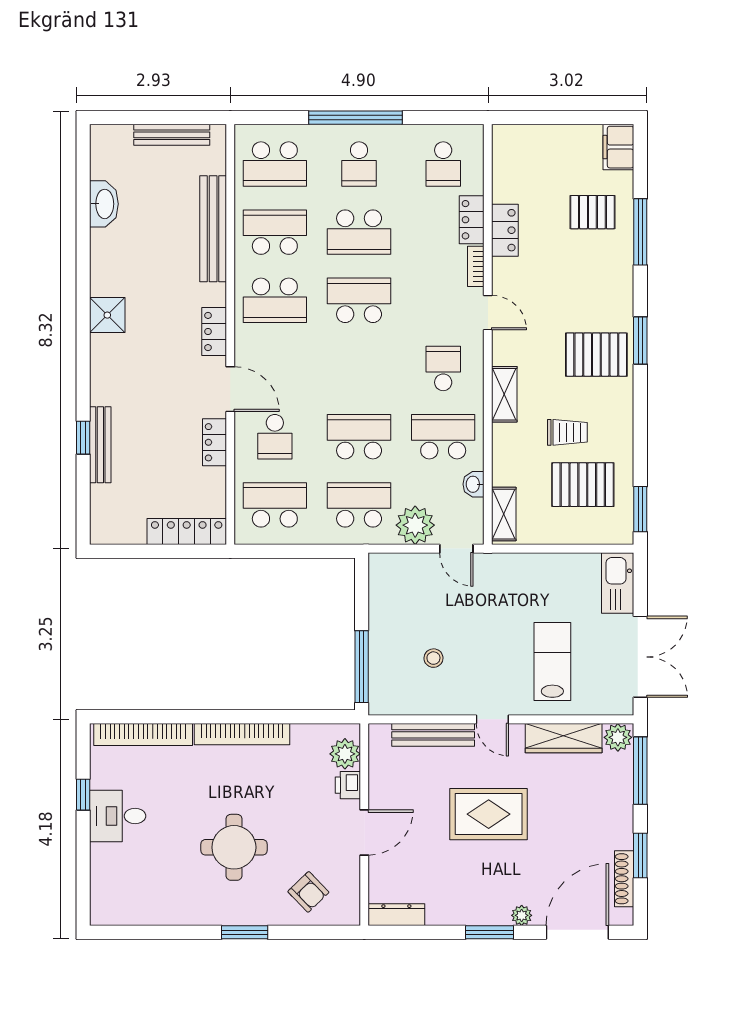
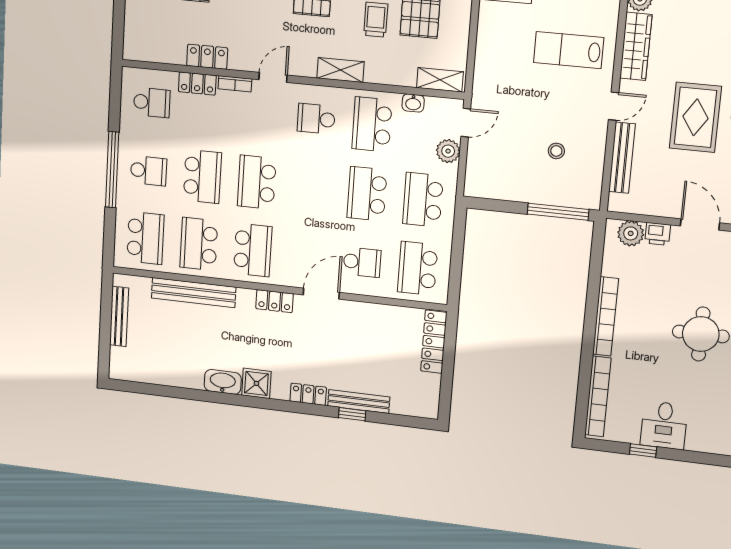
washbasin: (104, 204) -> (223, 382), moved
locker: (214, 442) -> (308, 394), moved, turned 180
plant: (415, 525) -> (448, 151), width x0.73, depth x0.73

